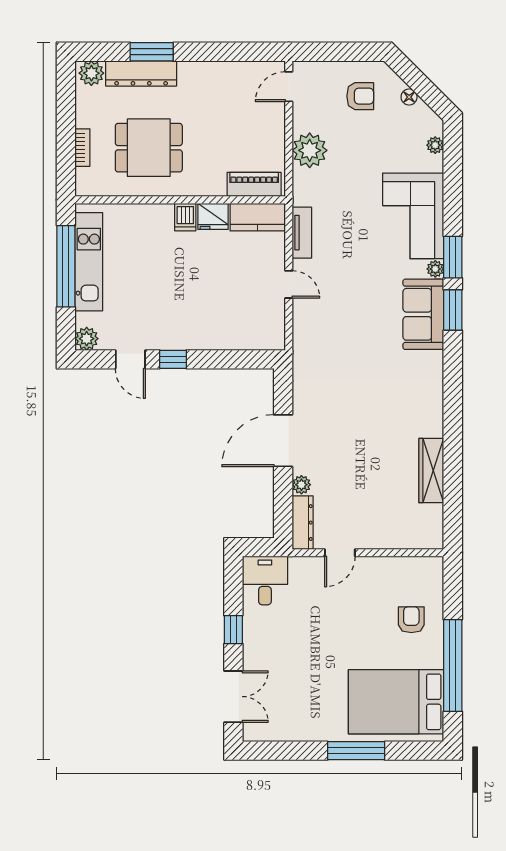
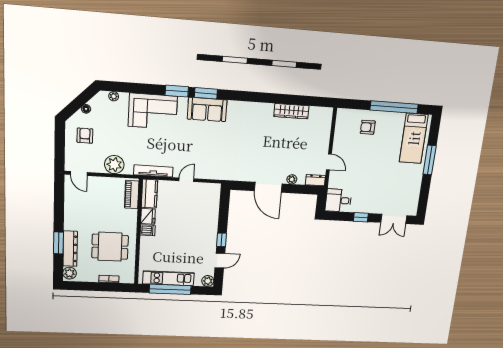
dining table: (149, 148) -> (110, 247), turned 90
tv unit: (302, 233) -> (153, 171), width x1.41
plant: (435, 269) -> (183, 101), removed
dresser: (303, 523) -> (315, 180), width x0.70
double door: (233, 697) -> (394, 219), swing flipped
bed: (396, 702) -> (414, 138), width x0.67

